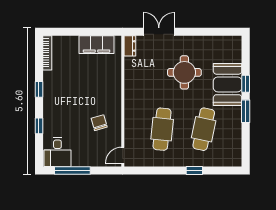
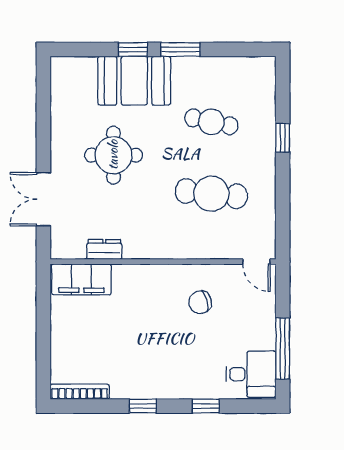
filing cabinet: (97, 45) -> (81, 279), moved, turned 90
dresser: (130, 46) -> (104, 249), moved
cafe table: (204, 129) -> (211, 122), width x0.73, depth x0.74

